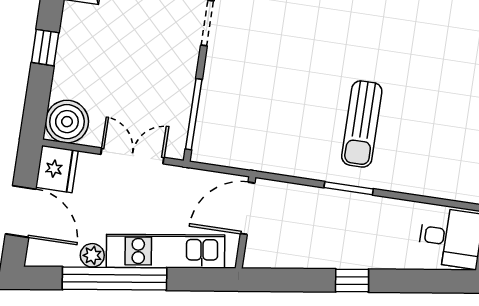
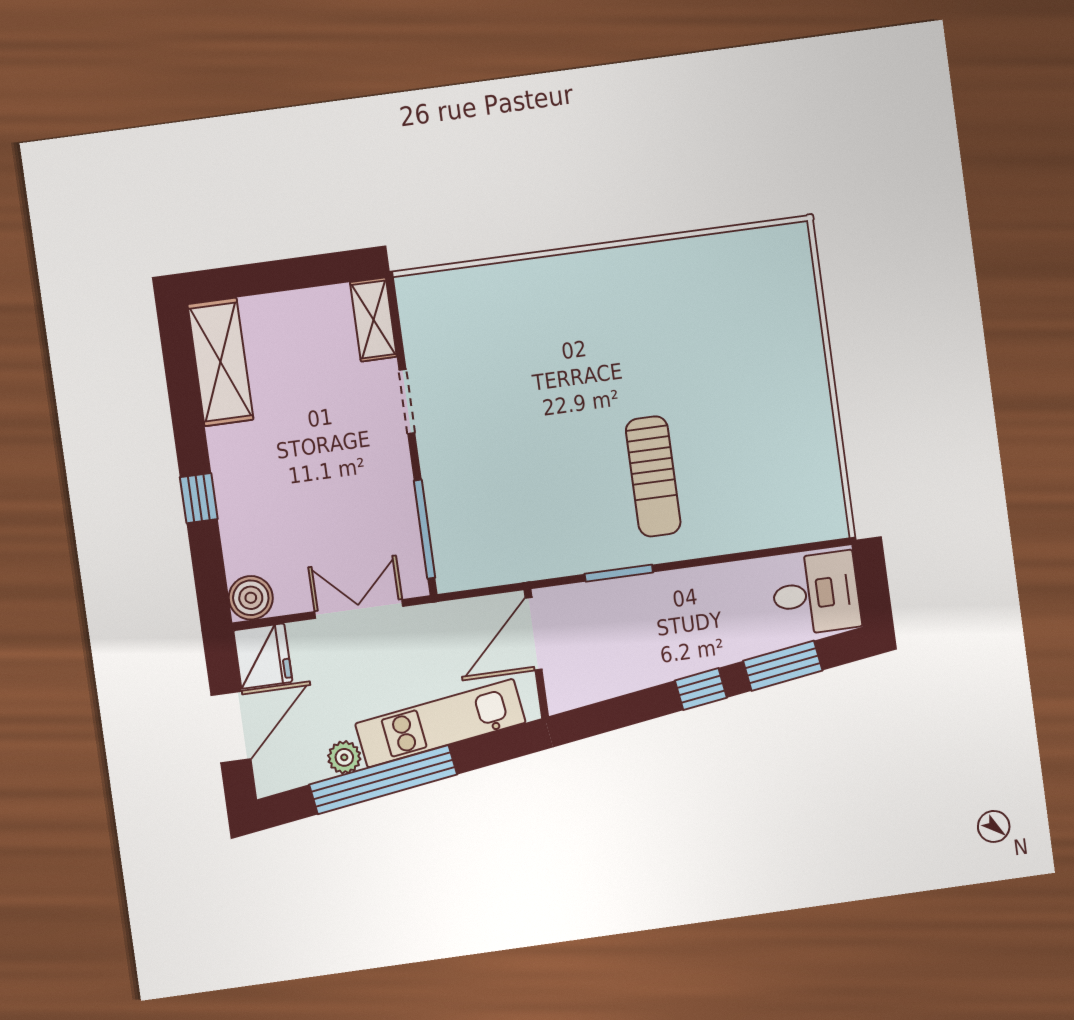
boiler: (67, 122) -> (251, 598), width x0.73, depth x0.73
window: (349, 188) -> (619, 573), moved
door: (21, 211) -> (231, 727), hinge flipped
window: (413, 281) -> (783, 666), added

